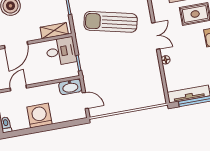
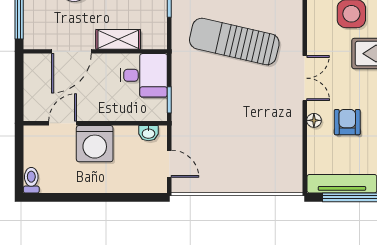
shelving: (54, 31) -> (118, 39), moved
armchair: (185, 57) -> (347, 122), added
washbasin: (70, 87) -> (148, 133), width x0.52, depth x0.69
washing machine: (39, 116) -> (95, 144), moved, turned 180

